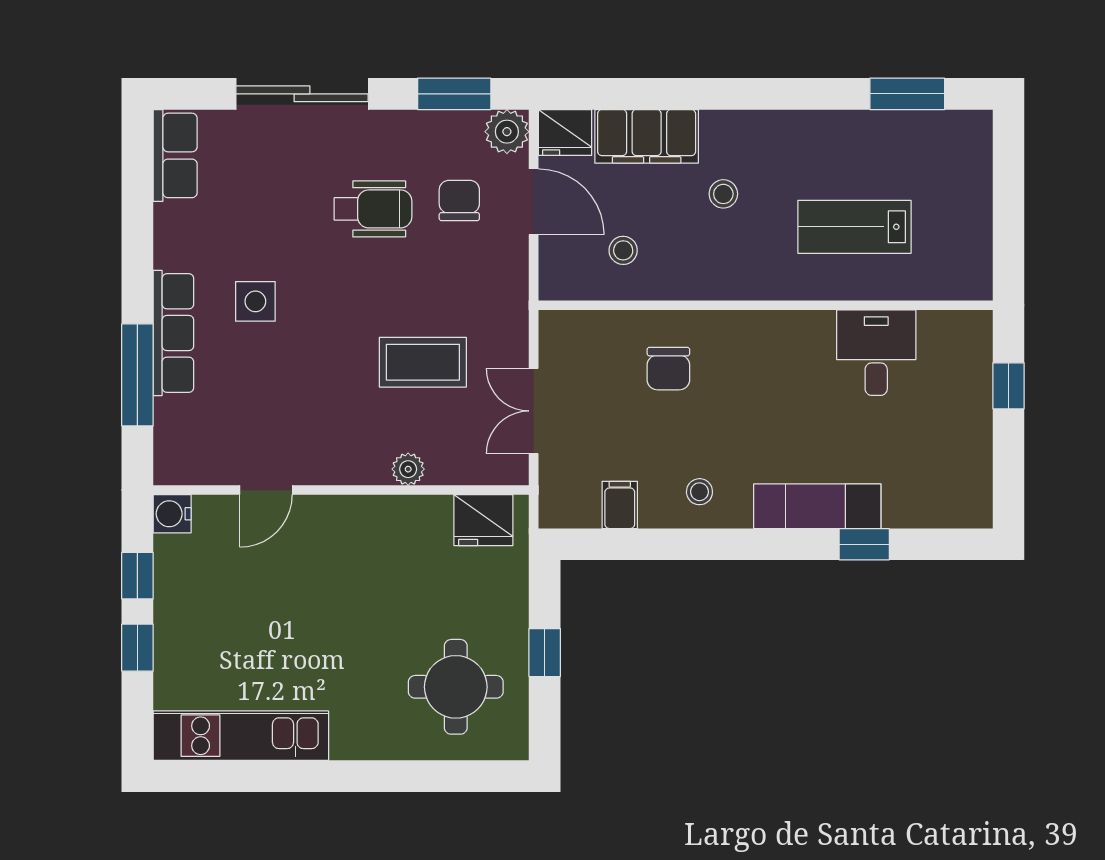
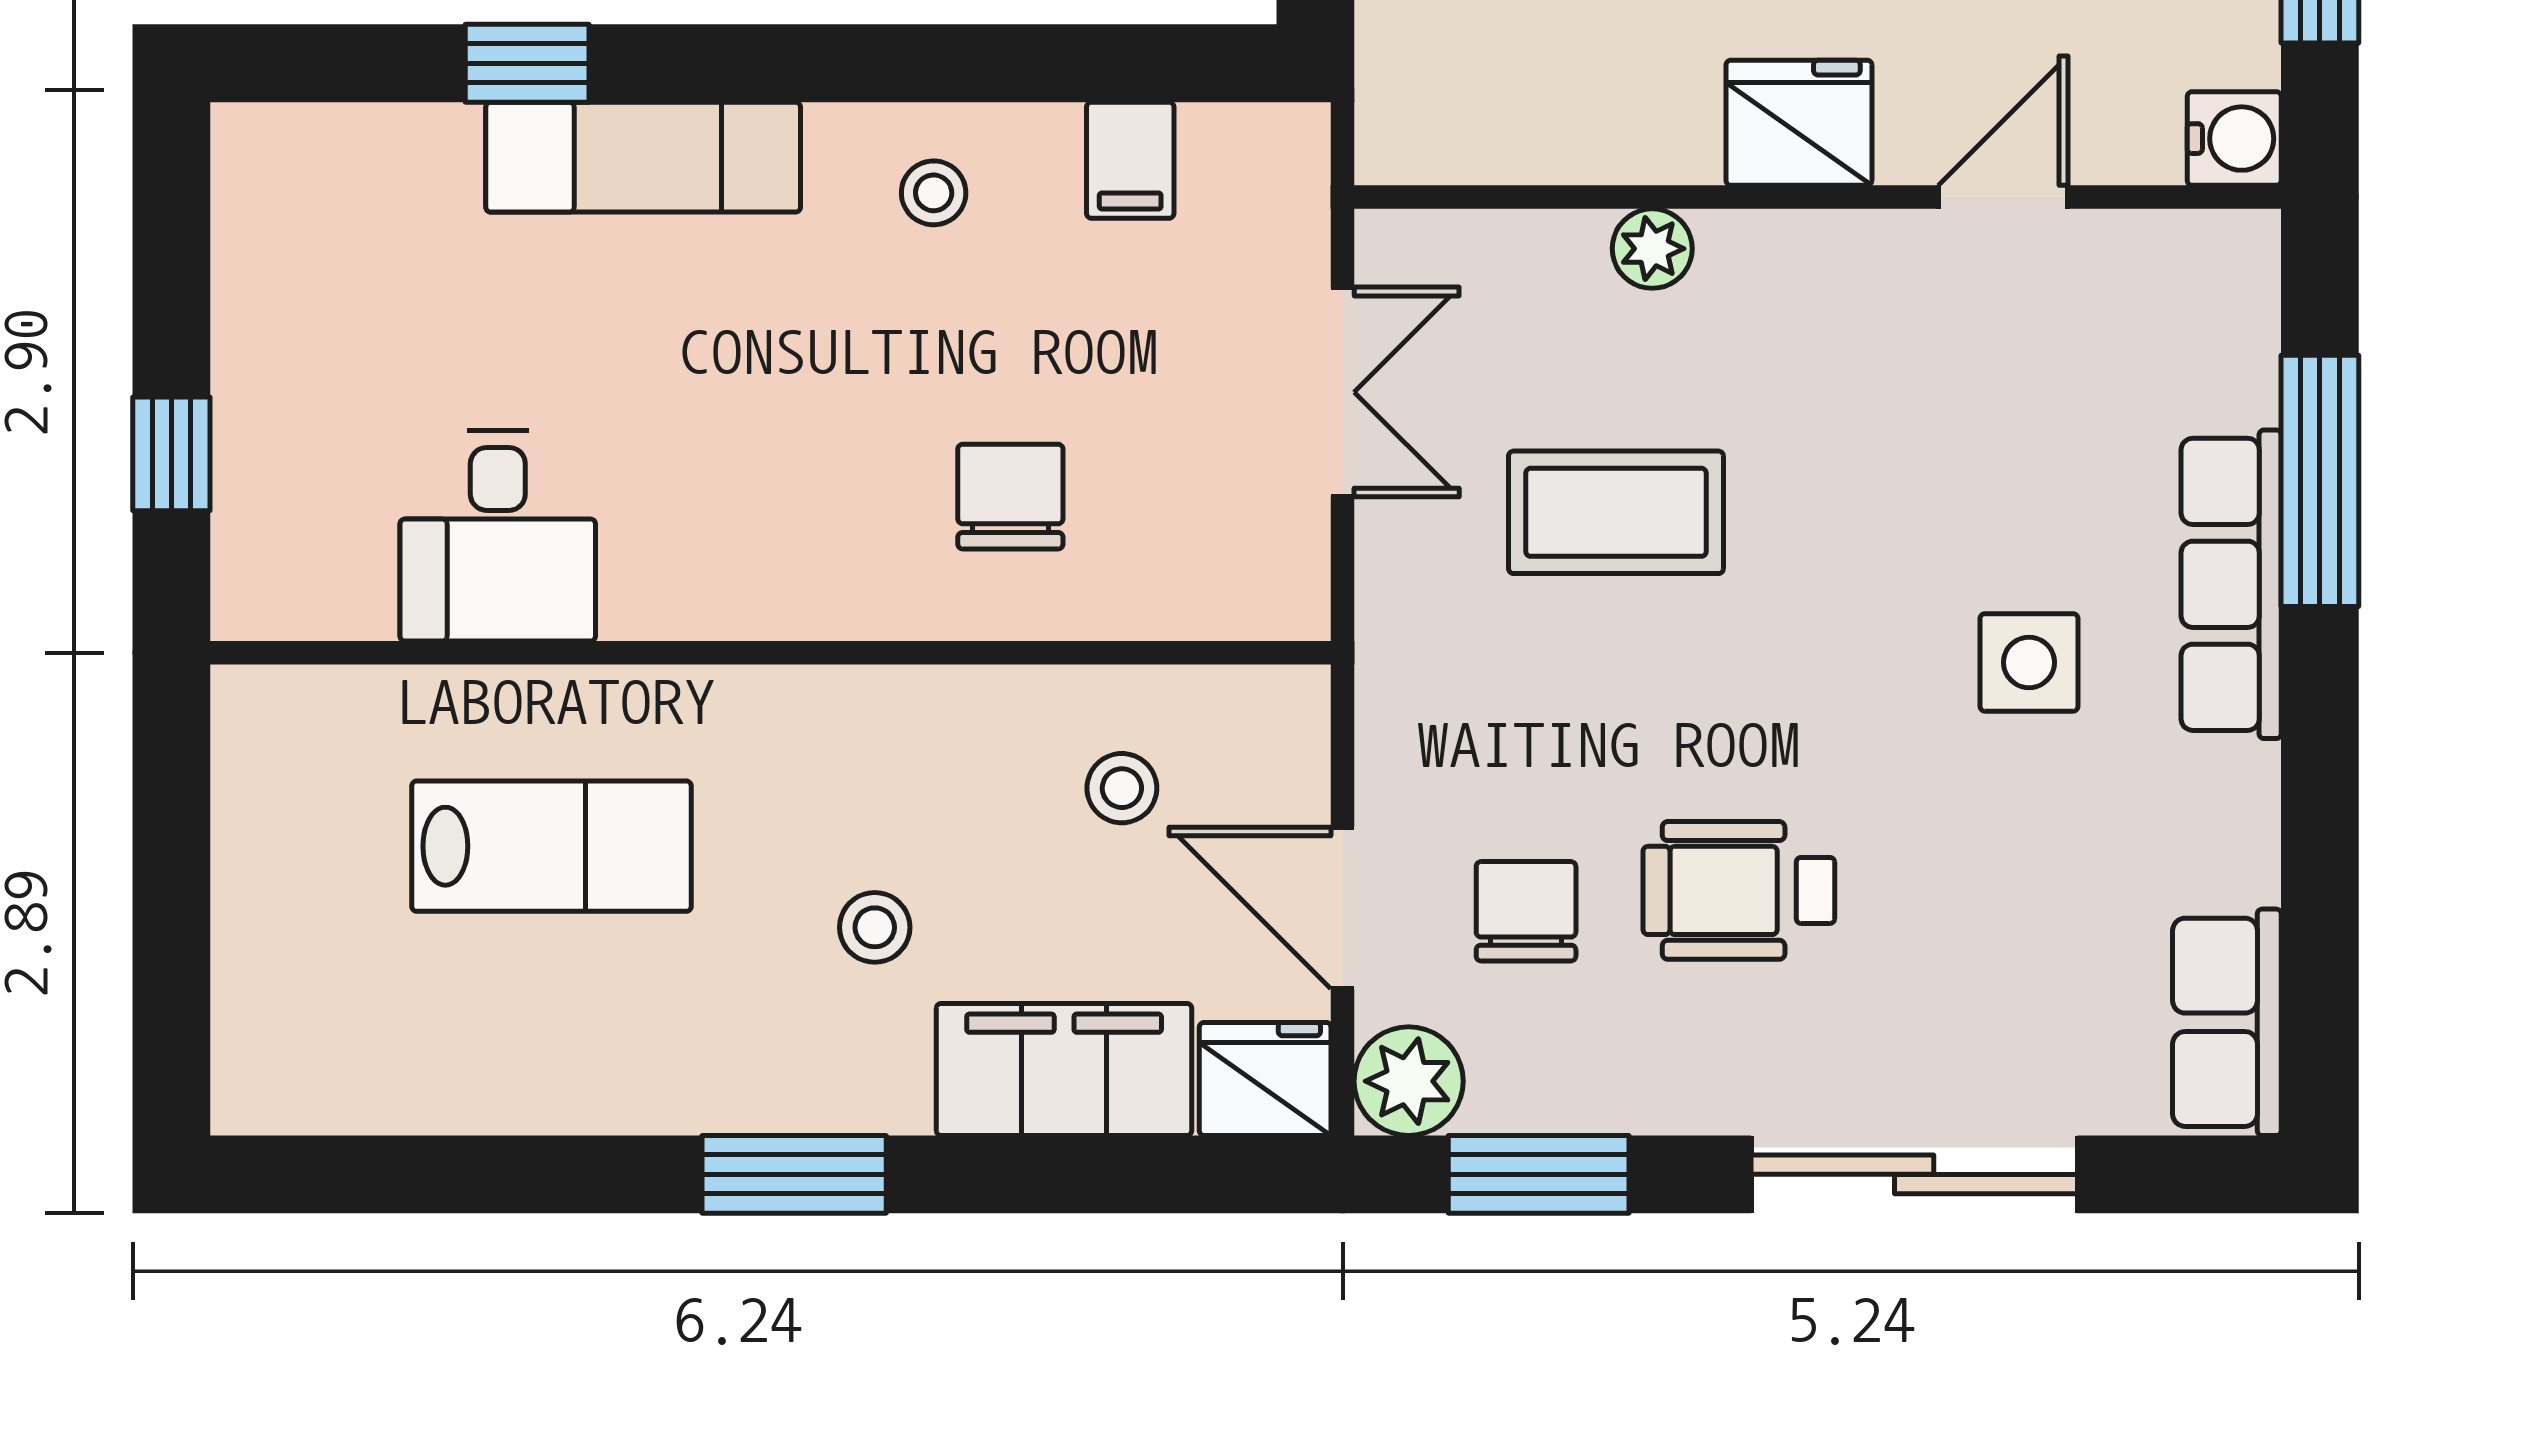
window: (907, 94) -> (794, 1174), moved
chair: (459, 200) -> (1526, 911), turned 180
fridge: (483, 520) -> (1799, 123), moved

